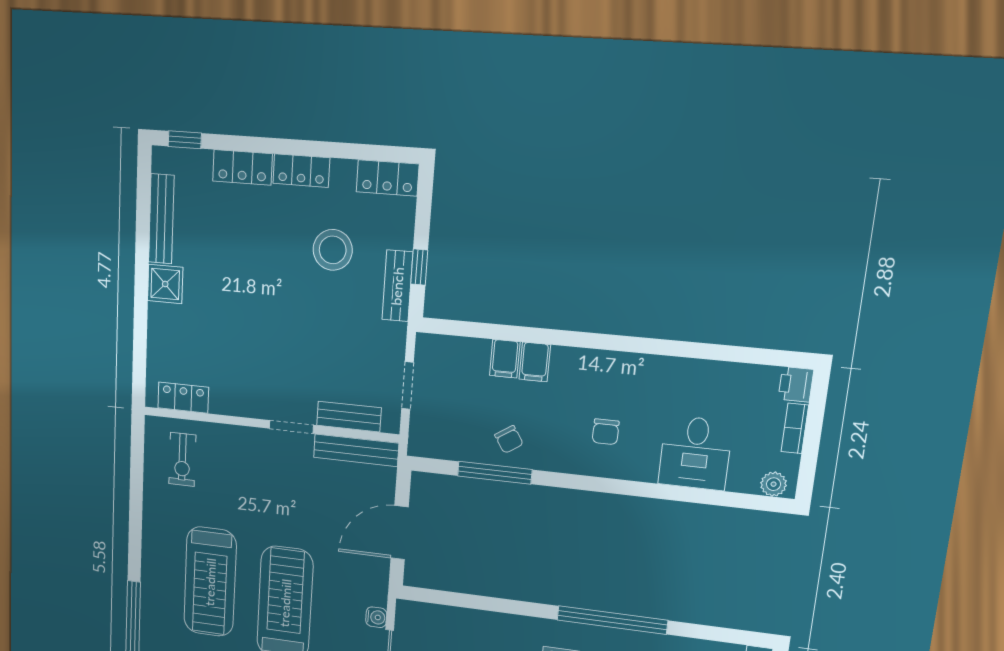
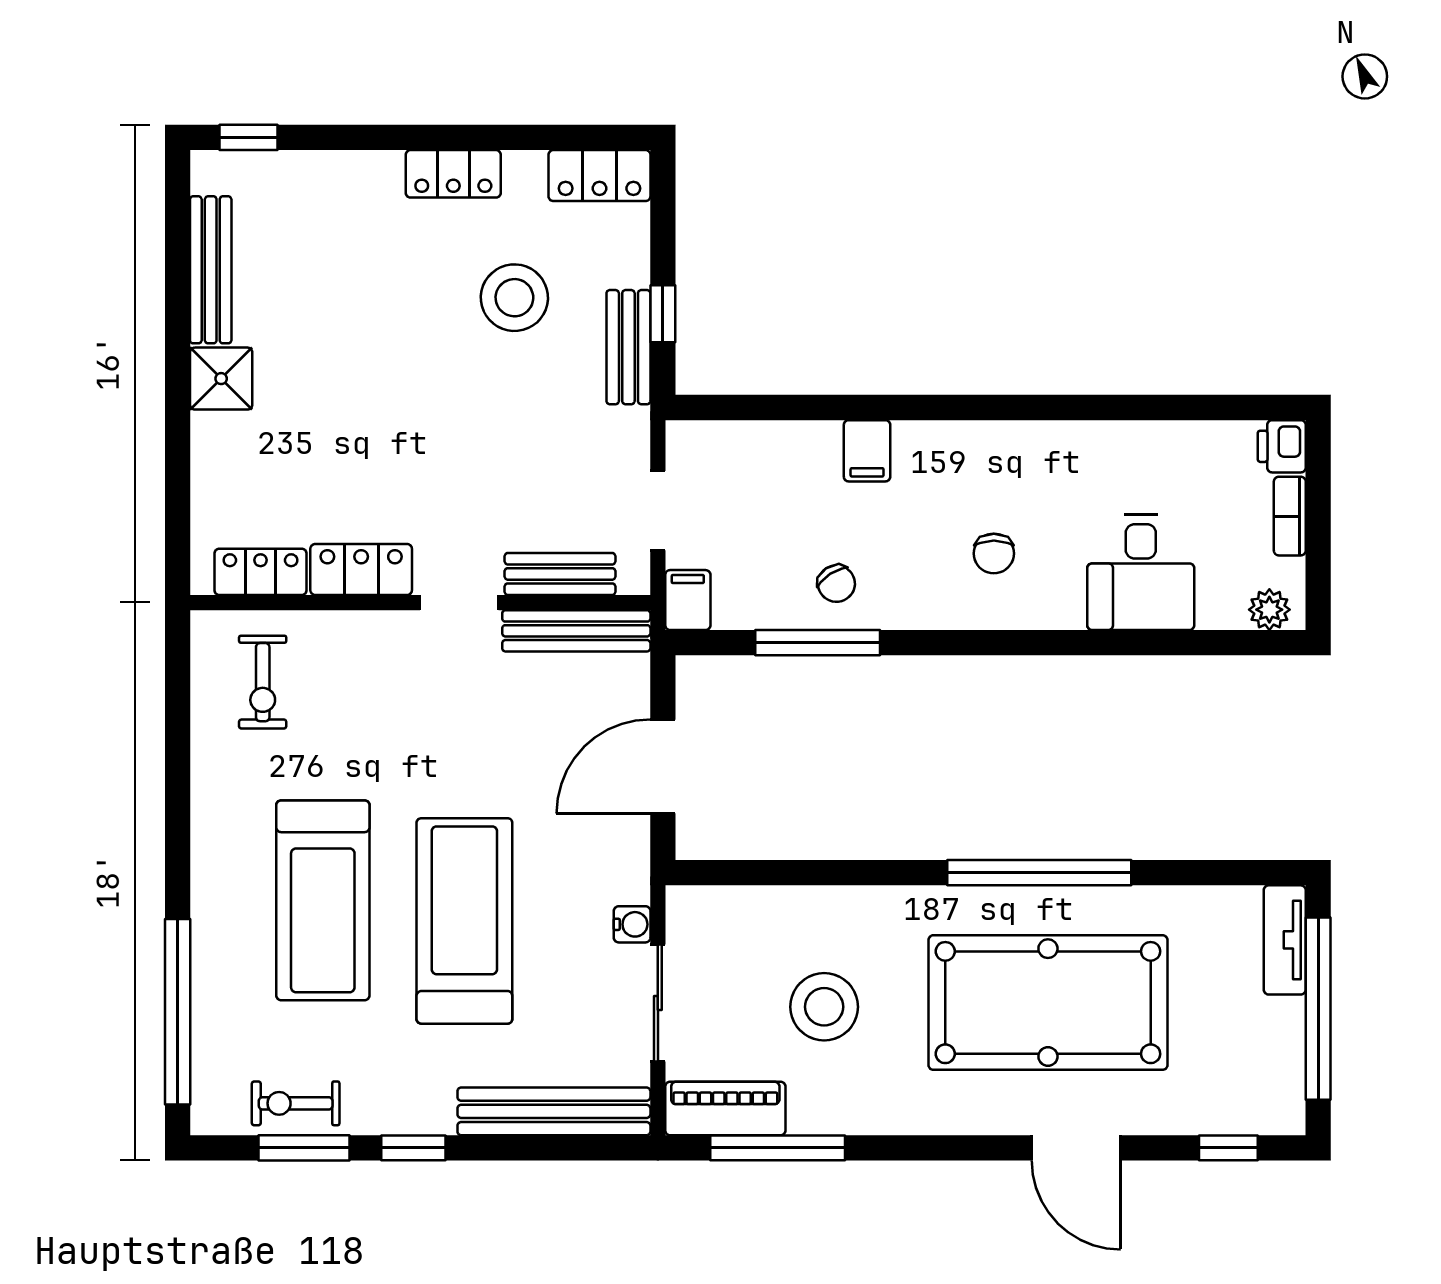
locker: (242, 167) -> (361, 569), moved, turned 180
filing cabinet: (505, 359) -> (688, 600), moved, turned 180

